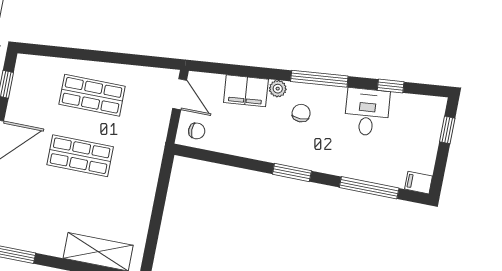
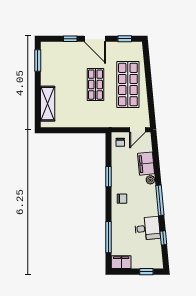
shop shelf: (92, 95) -> (128, 85), width x1.43, depth x1.36
chair: (301, 113) -> (122, 199), moved
window: (292, 173) -> (108, 177), moved
filing cabinet: (419, 183) -> (121, 262), width x2.00

